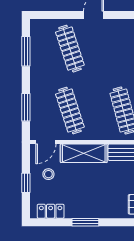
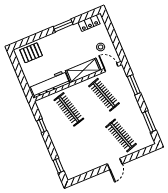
door: (46, 142) -> (111, 67), hinge flipped
window: (26, 183) -> (113, 35), removed

